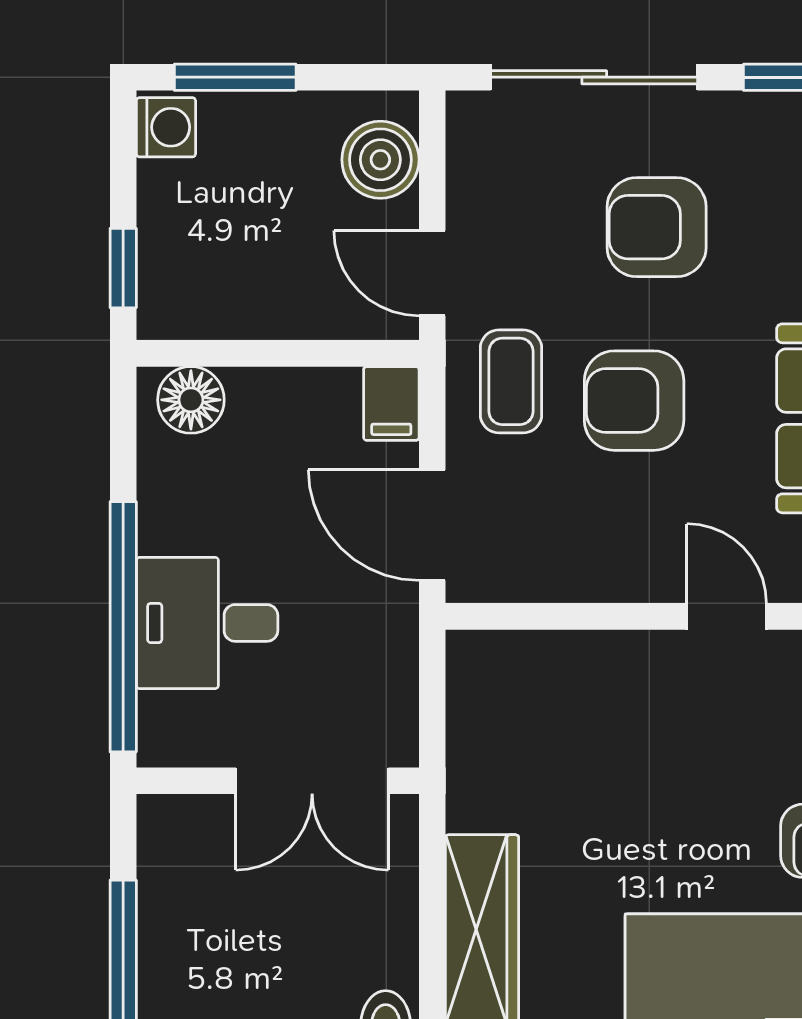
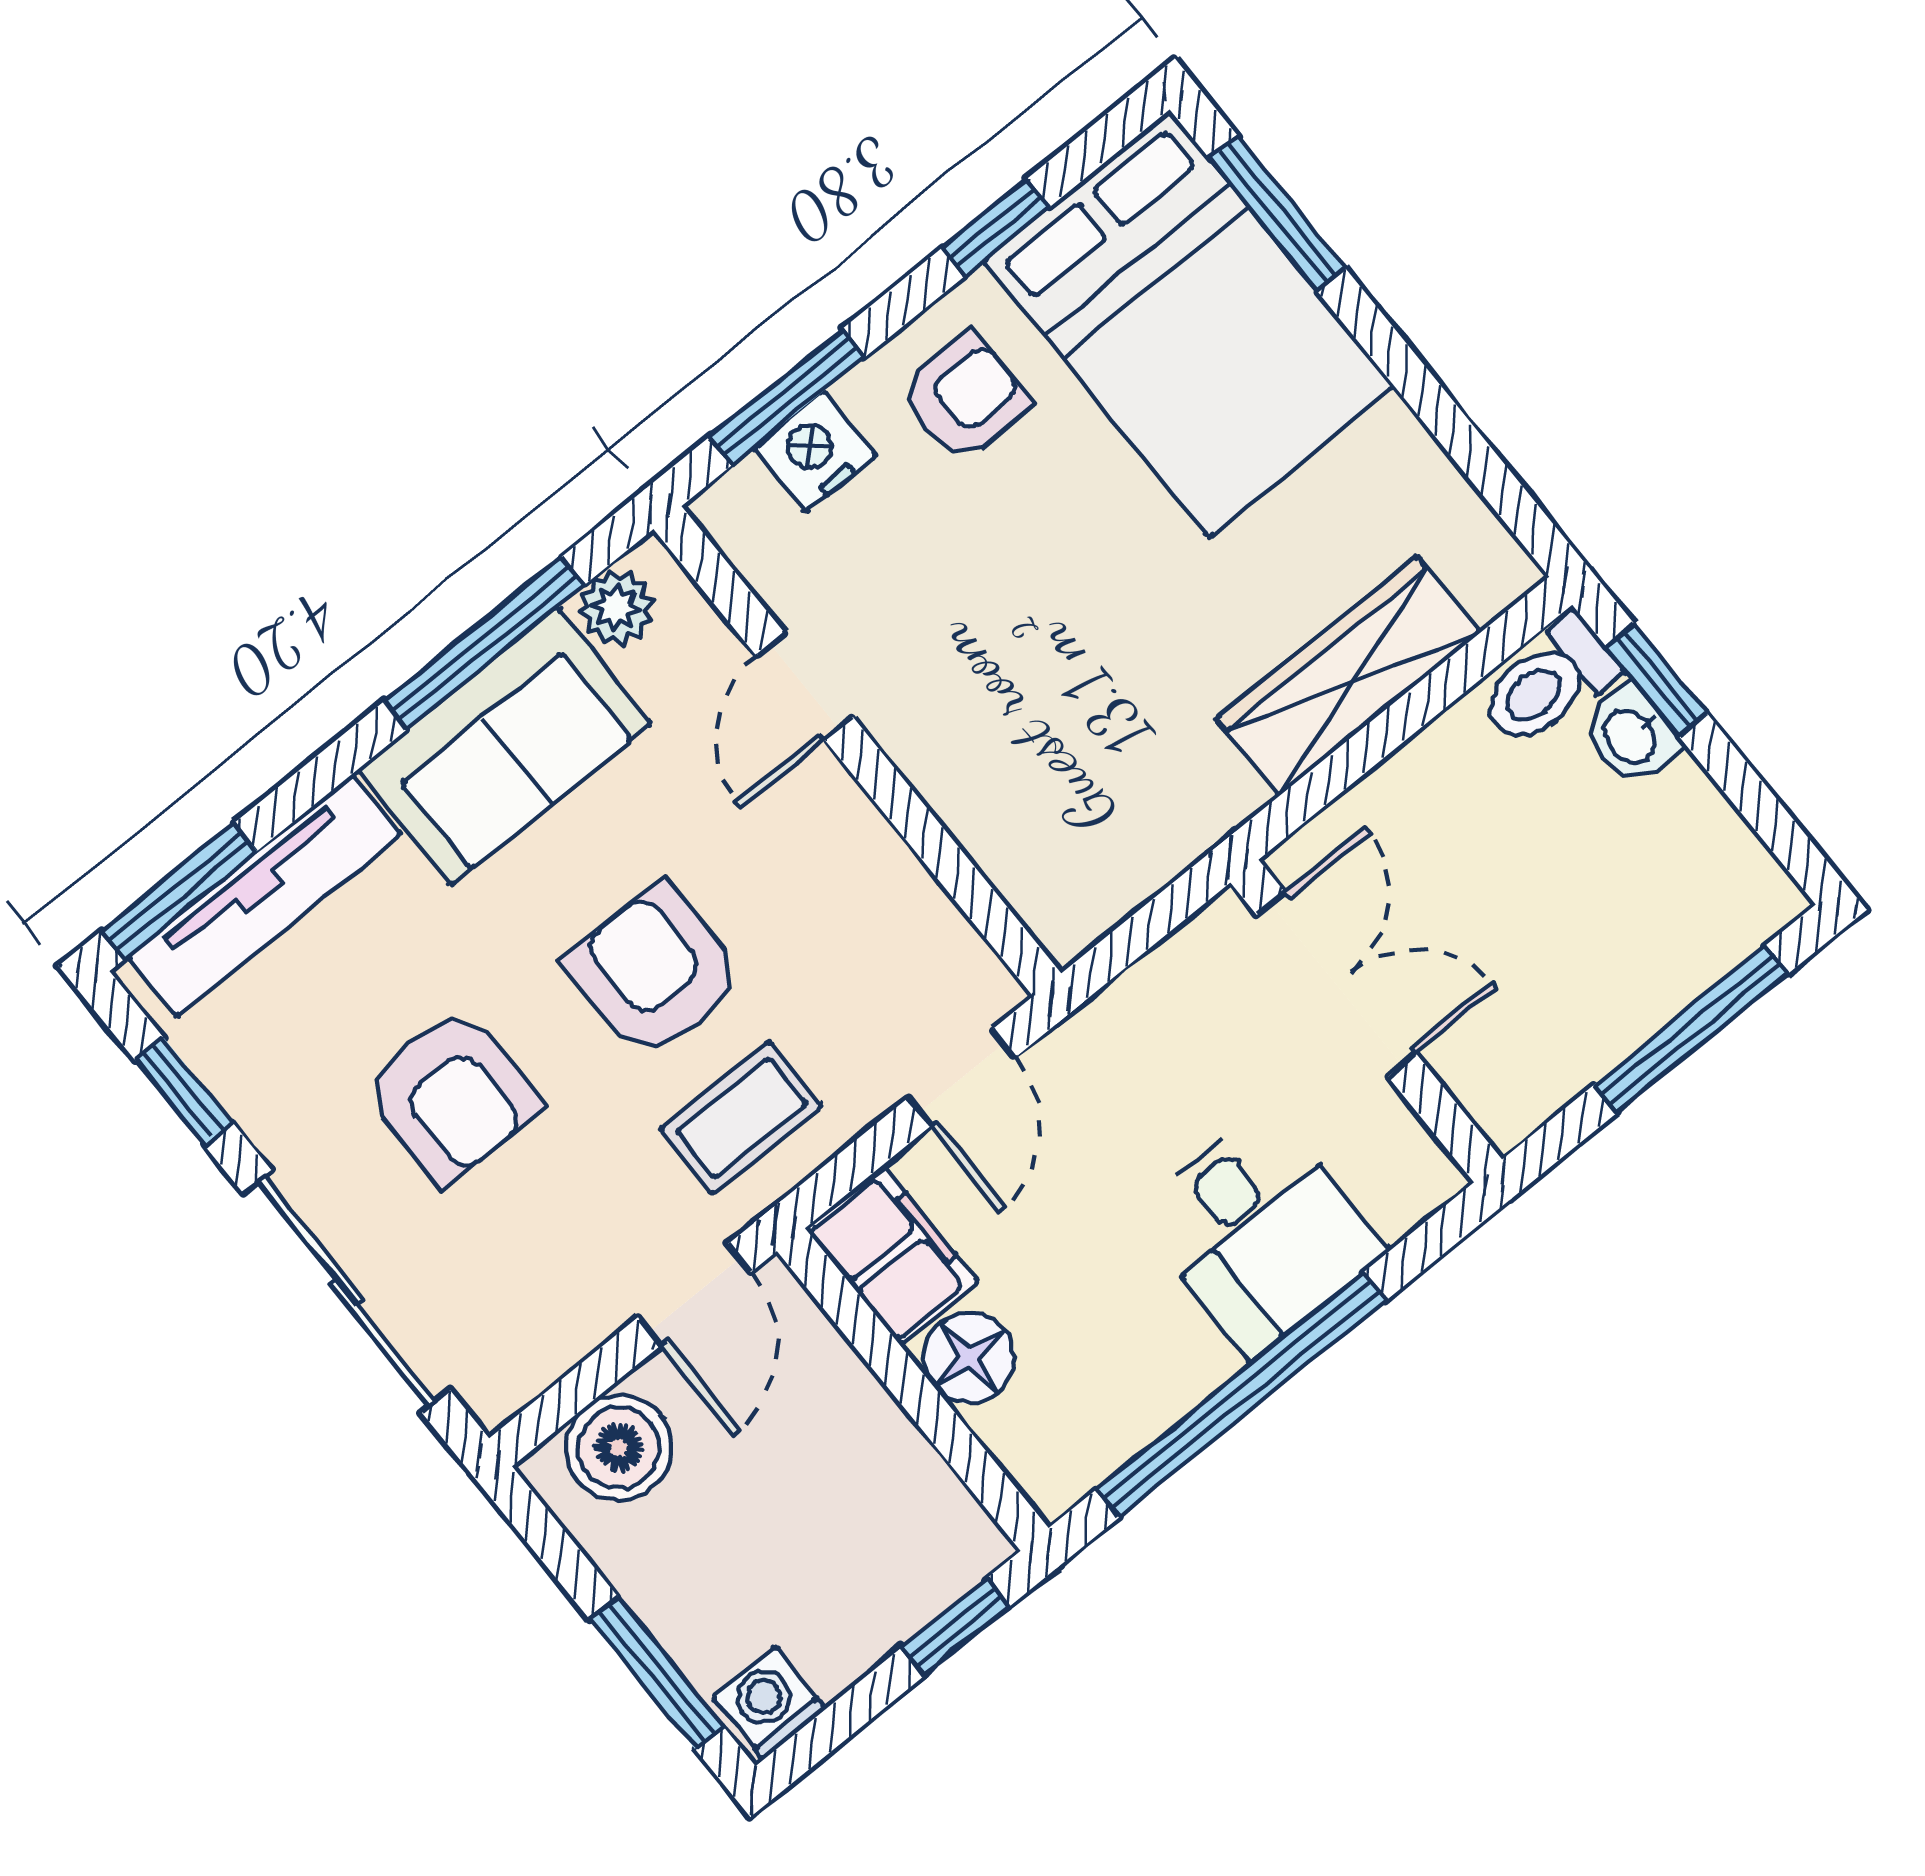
floor lamp: (191, 400) -> (969, 1358), moved
armchair: (634, 401) -> (655, 971), turned 180
filing cabinet: (391, 403) -> (892, 1255), width x2.00
door: (432, 525) -> (962, 1078), width x0.73
window: (123, 627) -> (1241, 1395), moved

